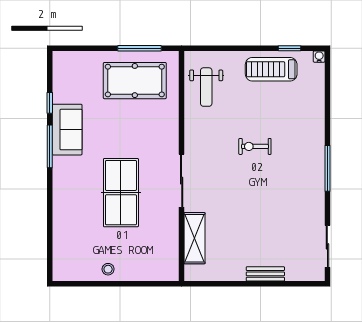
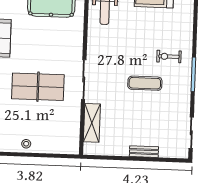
exercise bike: (255, 146) -> (169, 57), moved
exercise mat: (263, 183) -> (145, 83), added
table tennis table: (121, 193) -> (38, 87), turned 90

